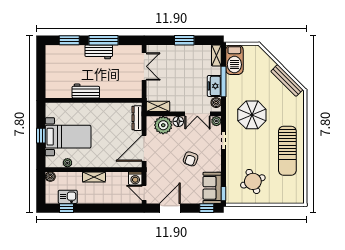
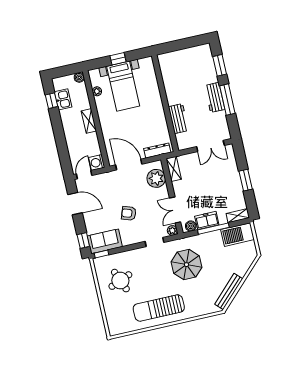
workbench: (86, 91) -> (178, 119), moved
floor lamp: (178, 121) -> (163, 193), removed

